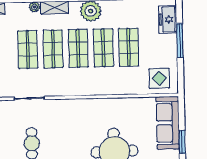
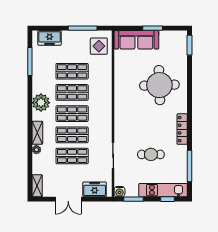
window: (180, 41) -> (83, 28), moved

